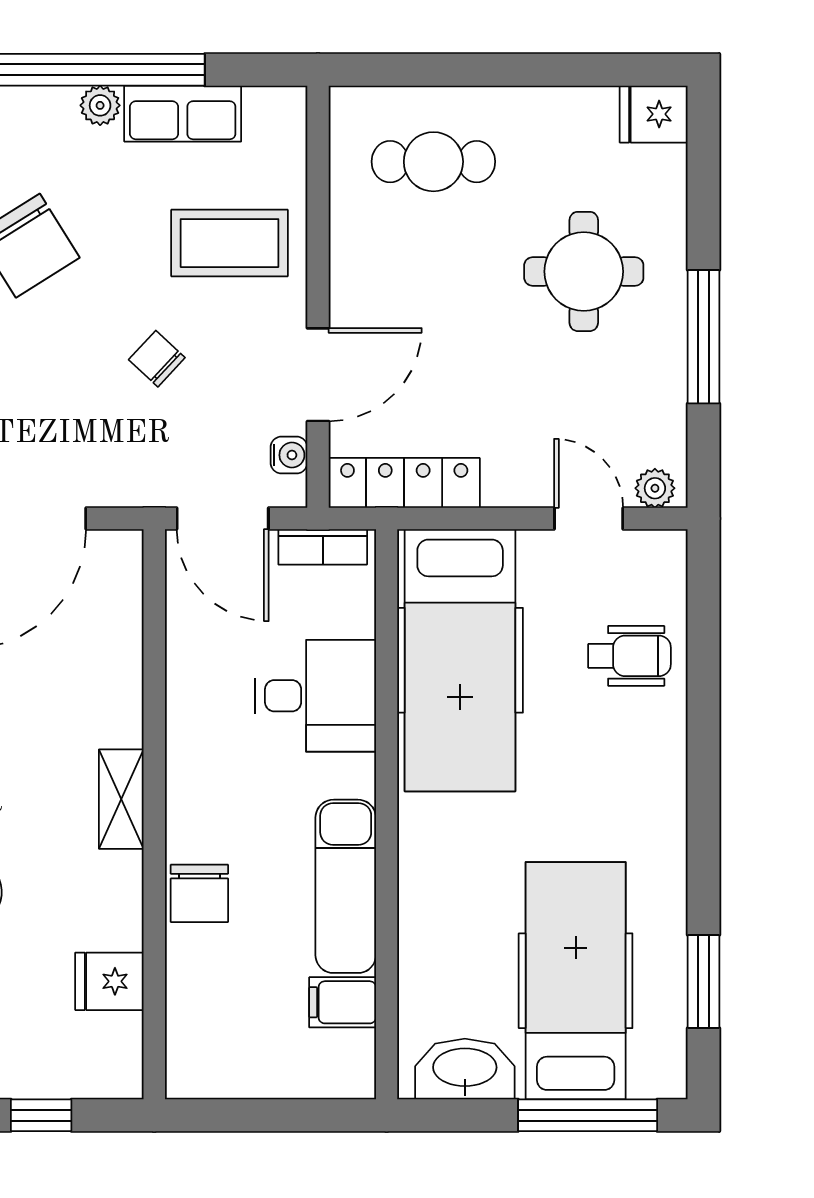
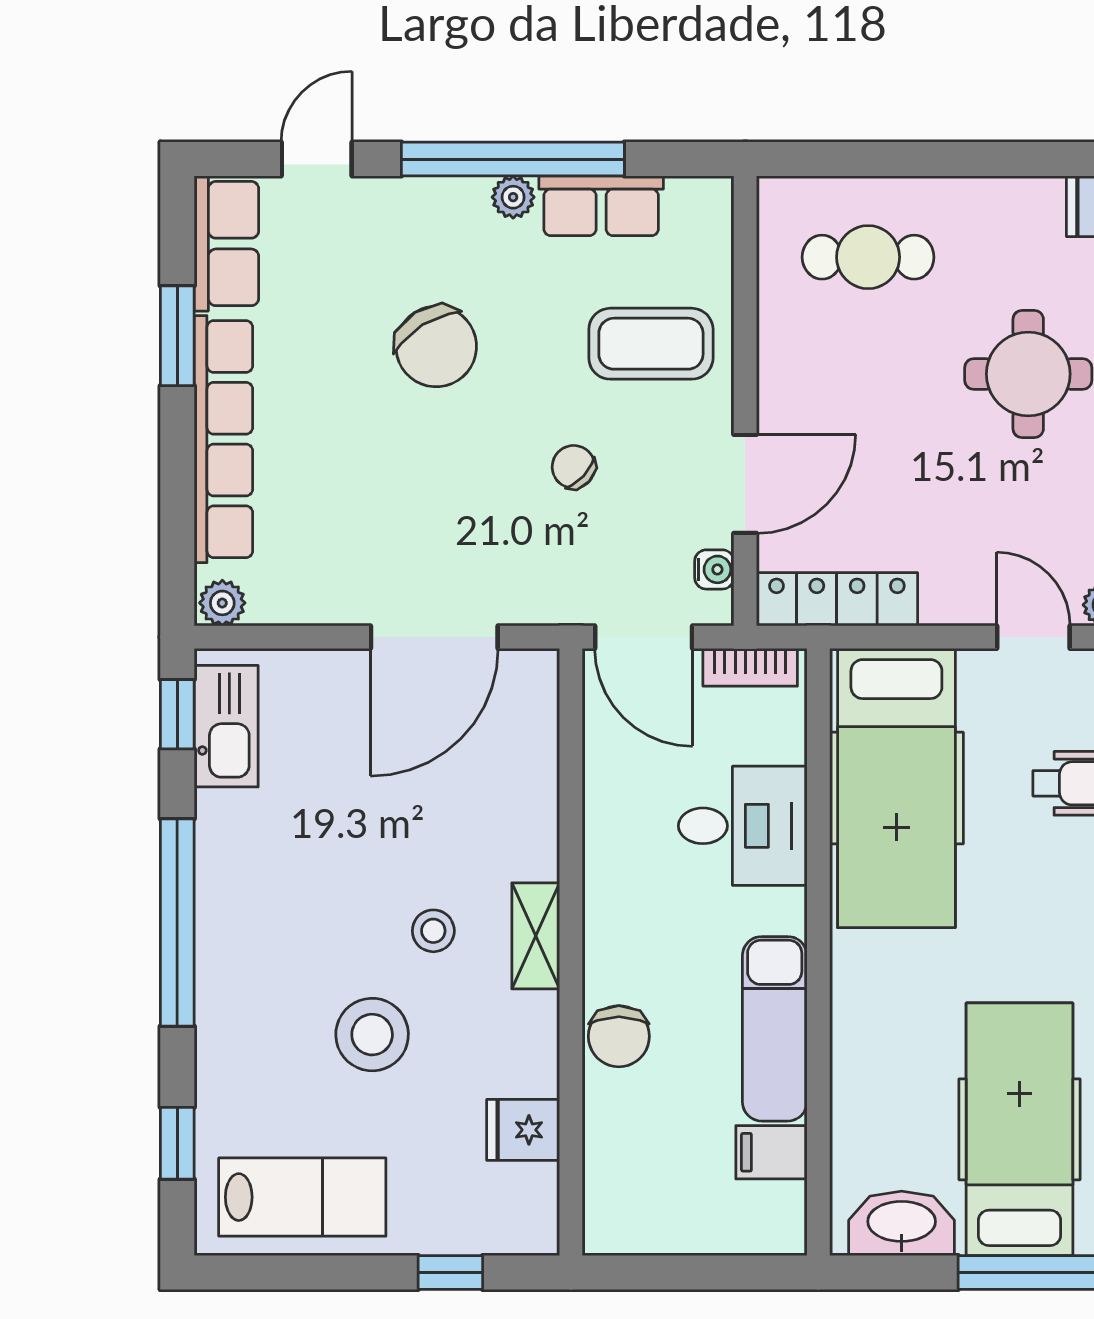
stool: (25, 794) -> (433, 931), added

